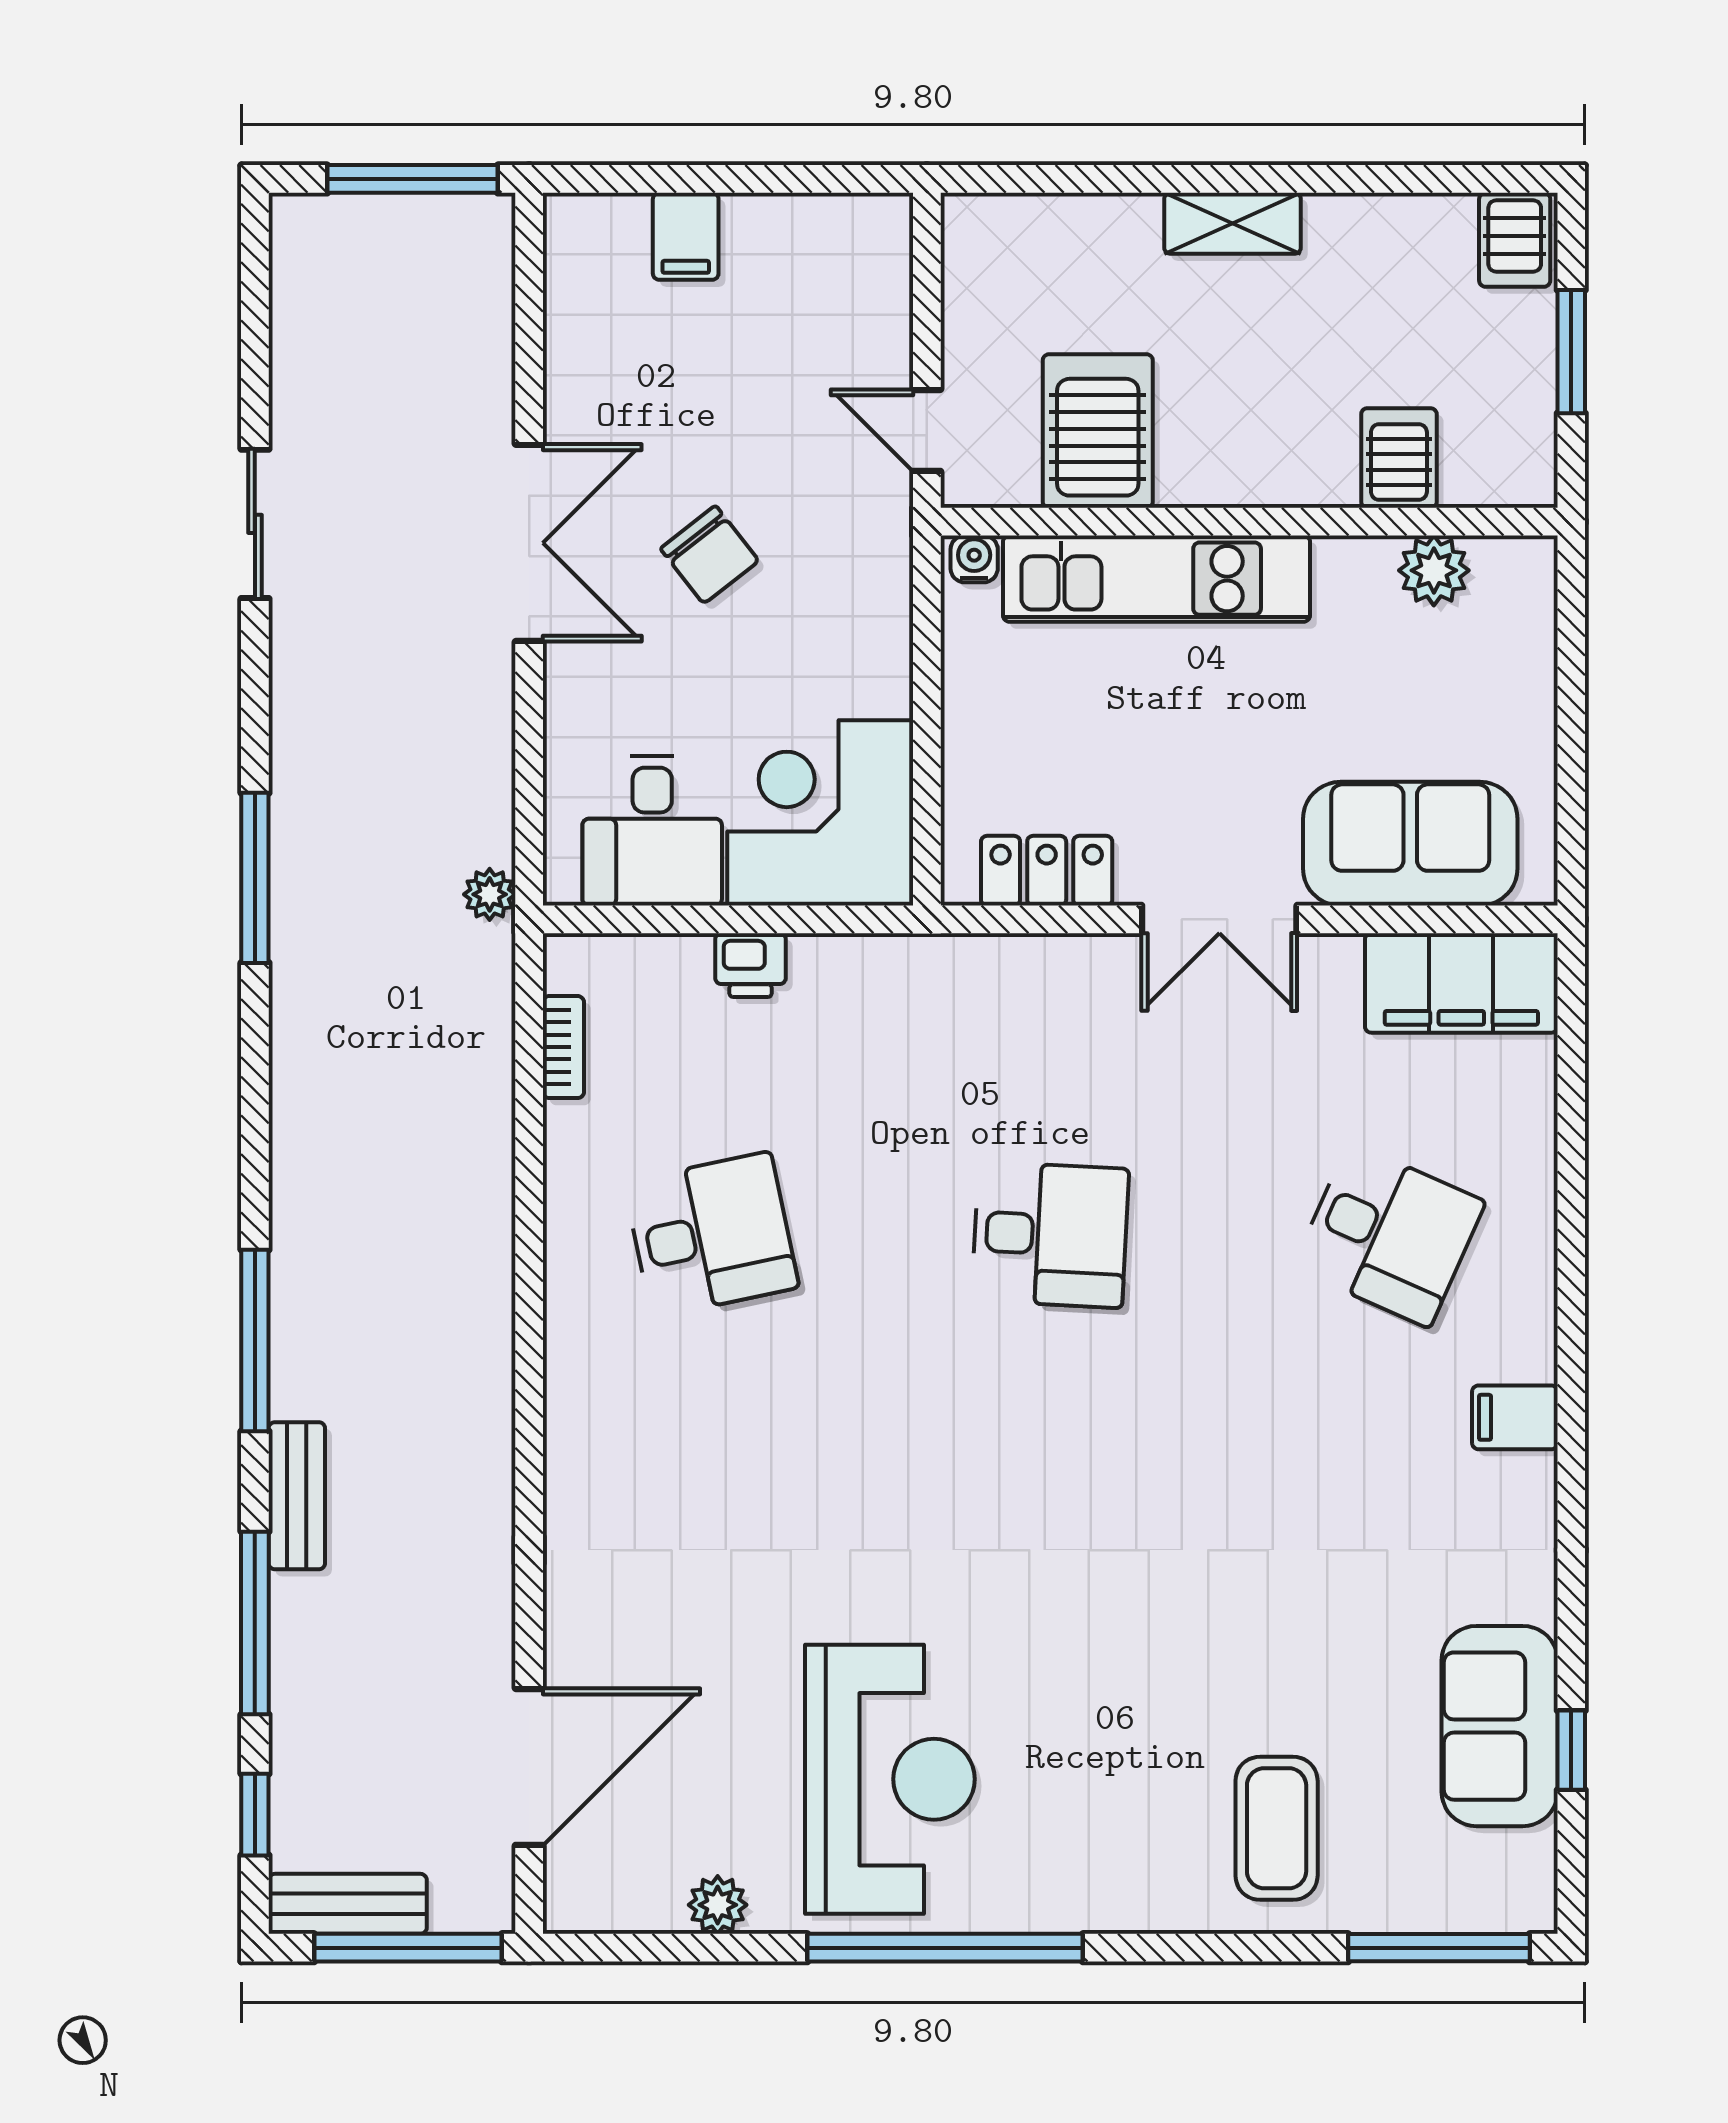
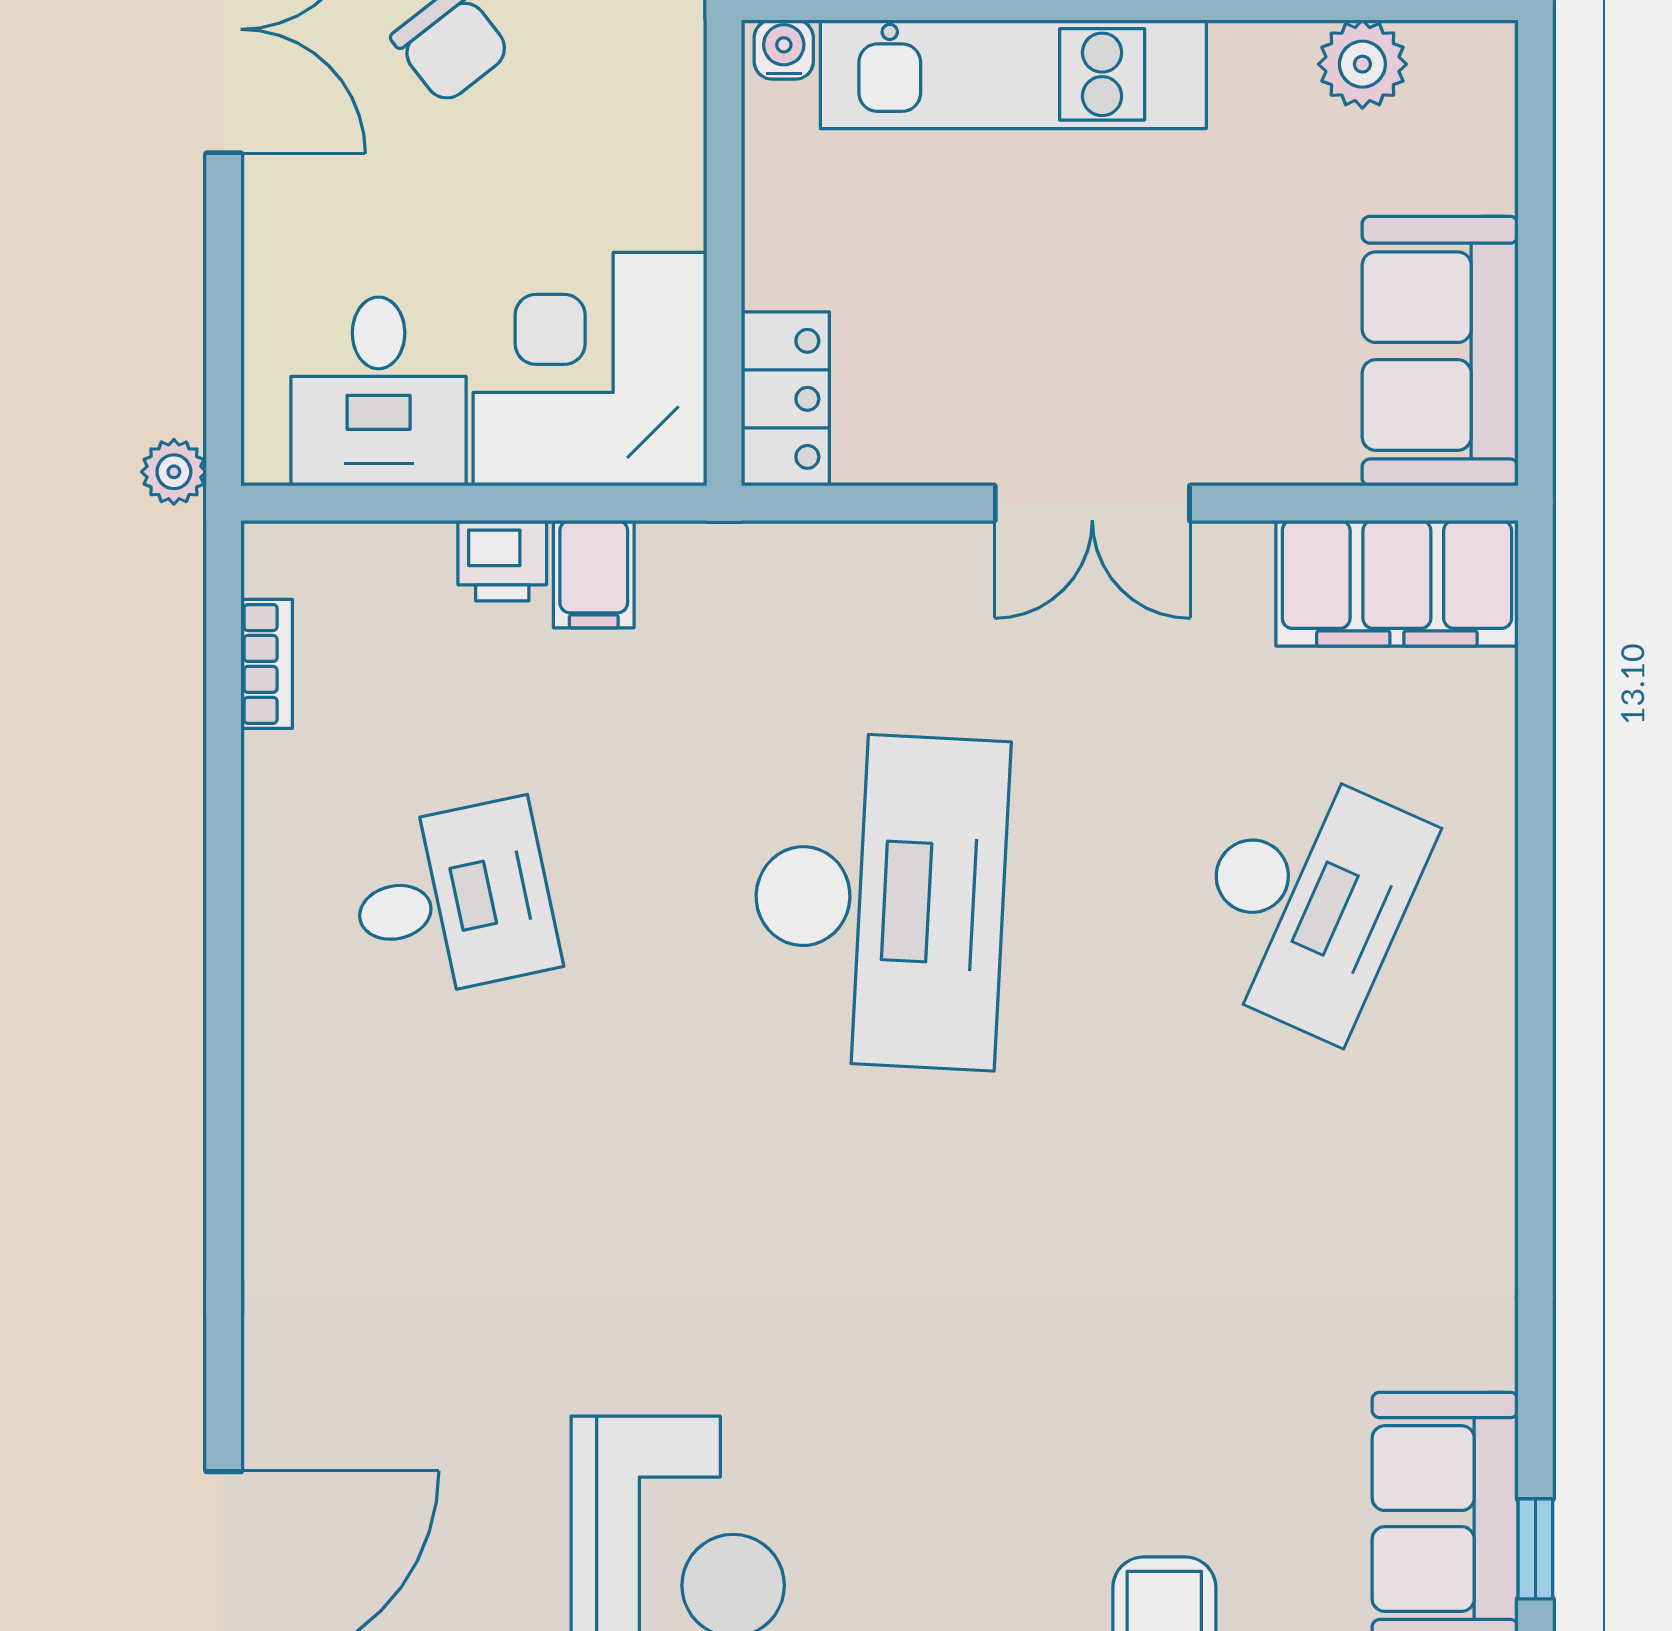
sofa: (1410, 844) -> (1440, 351), moved, turned -90
locker: (1047, 871) -> (785, 399), moved, turned 90
desk: (1050, 1235) -> (879, 900), width x1.87, depth x1.30
desk: (1389, 1235) -> (1306, 900), width x1.37
filing cabinet: (1515, 1417) -> (594, 574), moved, turned -90

